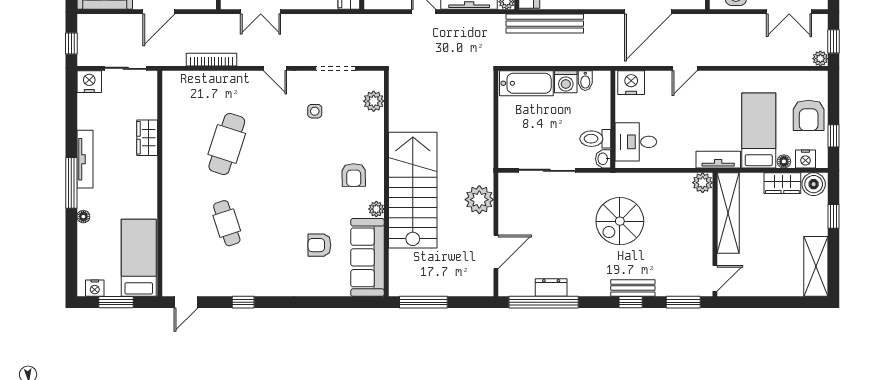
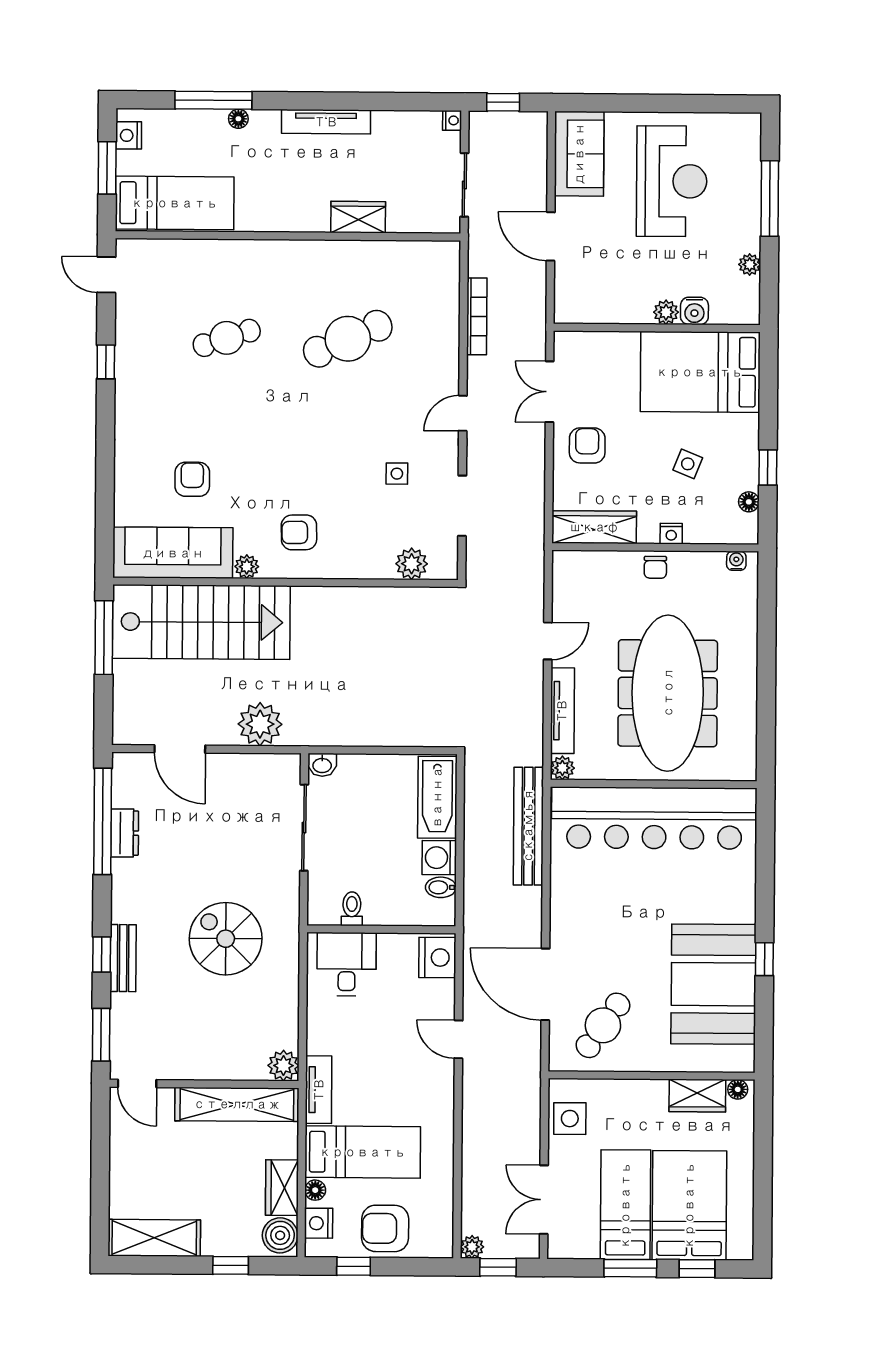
nightstand: (89, 82) -> (452, 120), width x0.53, depth x0.56
toilet: (595, 139) -> (352, 909), width x0.73, depth x0.72
cafe table: (227, 144) -> (348, 339), turned -42
washbasin: (603, 159) -> (322, 765), moved, turned 180
window: (71, 183) -> (213, 100), moved
stairs: (413, 190) -> (201, 622), moved

